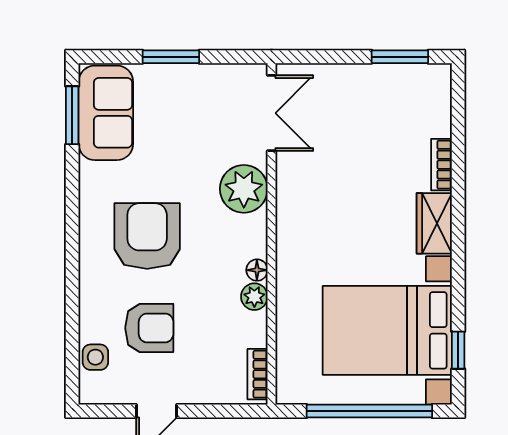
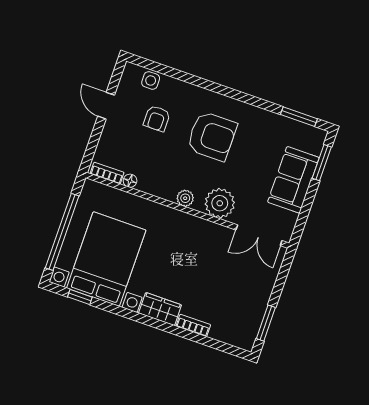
window: (171, 57) -> (322, 163), moved
sofa: (106, 113) -> (293, 180), moved, turned 90
floor lamp: (257, 270) -> (130, 181), moved
plant: (254, 297) -> (185, 198), moved
armchair: (149, 328) -> (157, 118), width x0.72, depth x0.72

